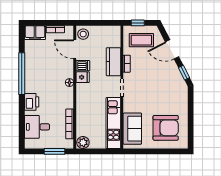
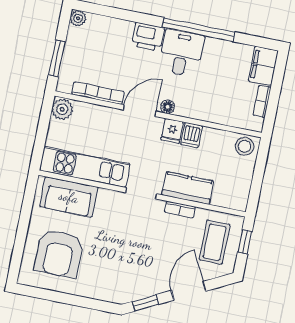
door: (75, 49) -> (140, 111), moved
desk: (37, 127) -> (181, 53), moved
plant: (29, 144) -> (78, 18), added

